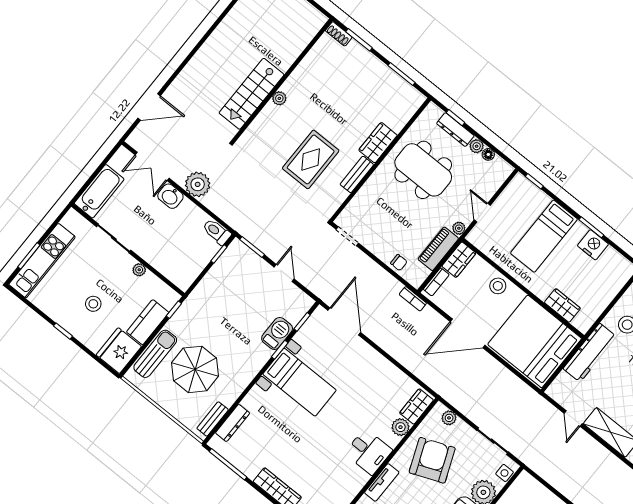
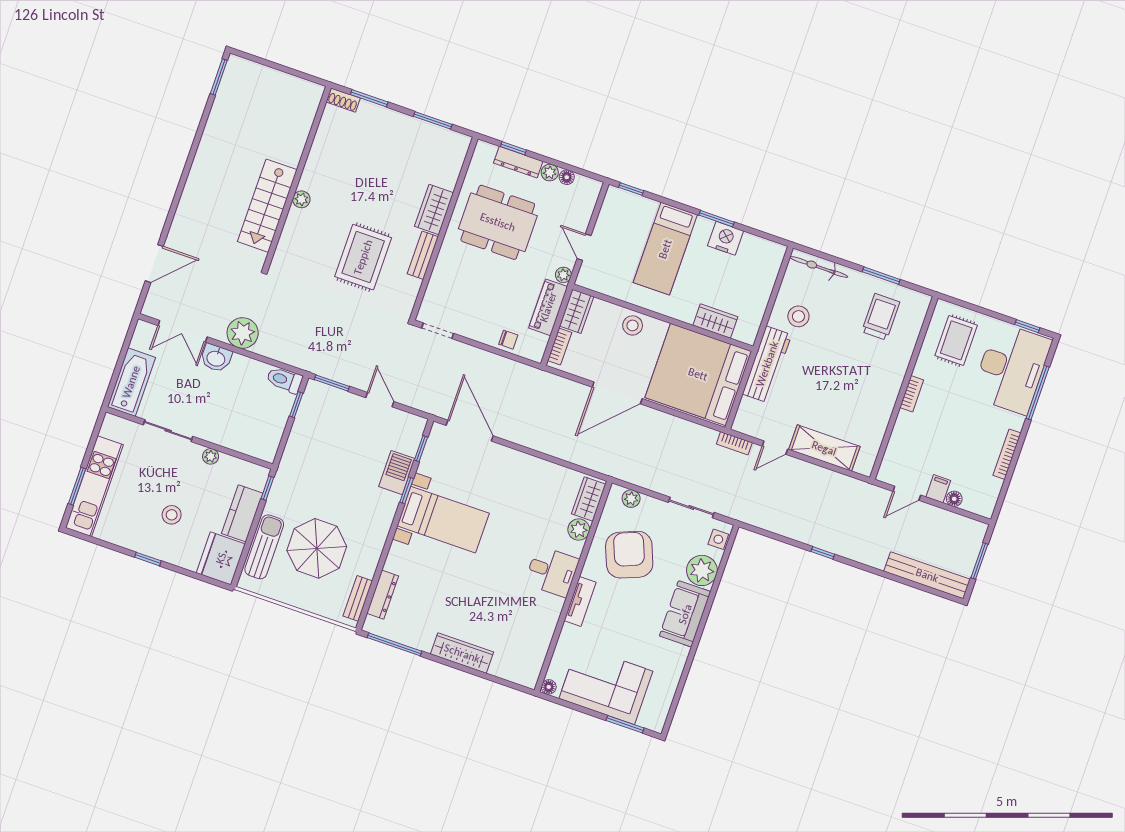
bookcase: (413, 299) -> (734, 443), moved
door: (573, 418) -> (775, 448), hinge flipped

